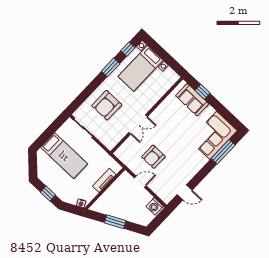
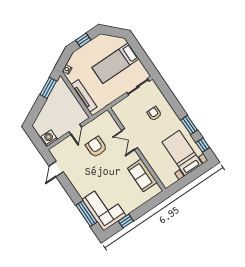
window: (203, 92) -> (126, 221), moved
sofa: (192, 100) -> (142, 175), moved, turned -90
armchair: (107, 105) -> (154, 114), width x0.53, depth x0.53
tv unit: (104, 180) -> (84, 96), width x1.41
window: (115, 222) -> (48, 88), moved

